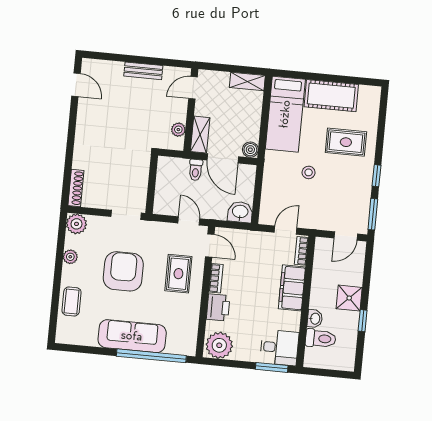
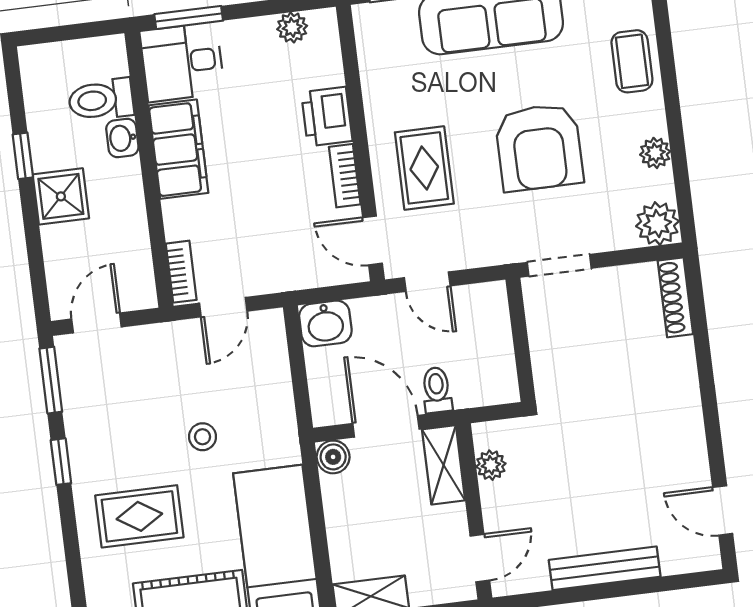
bench: (143, 71) -> (605, 568), width x1.36
filing cabinet: (292, 288) -> (178, 149), moved
plant: (219, 345) -> (292, 27), width x0.53, depth x0.53

